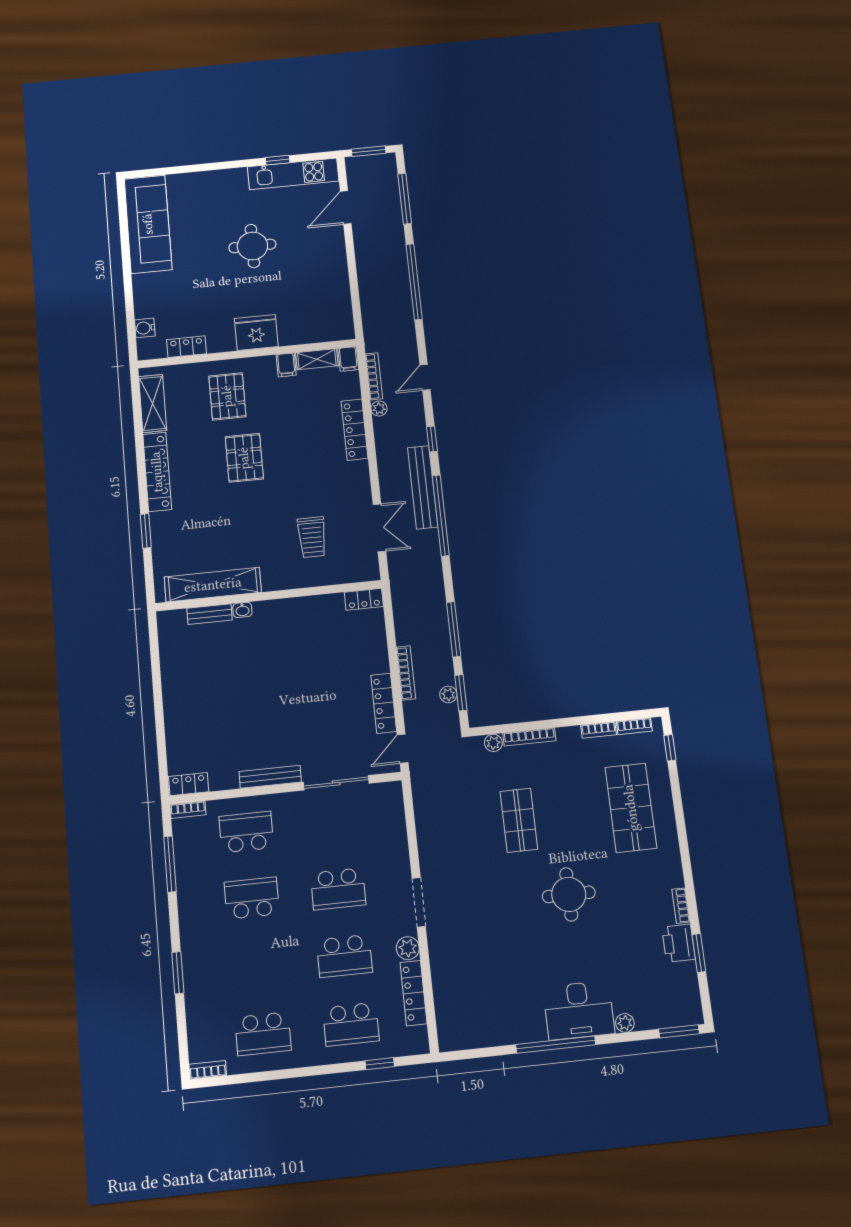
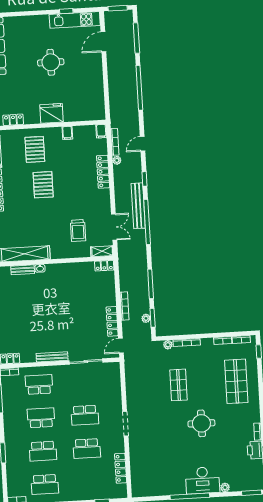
shelving: (317, 359) -> (102, 251), moved
plant: (408, 948) -> (119, 446), removed
school desk: (351, 1024) -> (43, 451), moved

